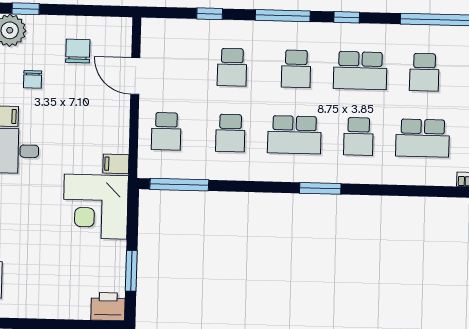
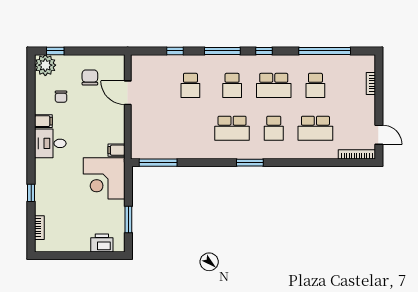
school desk: (166, 131) -> (149, 128), removed
school desk: (230, 133) -> (190, 128), removed
printer: (108, 307) -> (102, 243), moved

